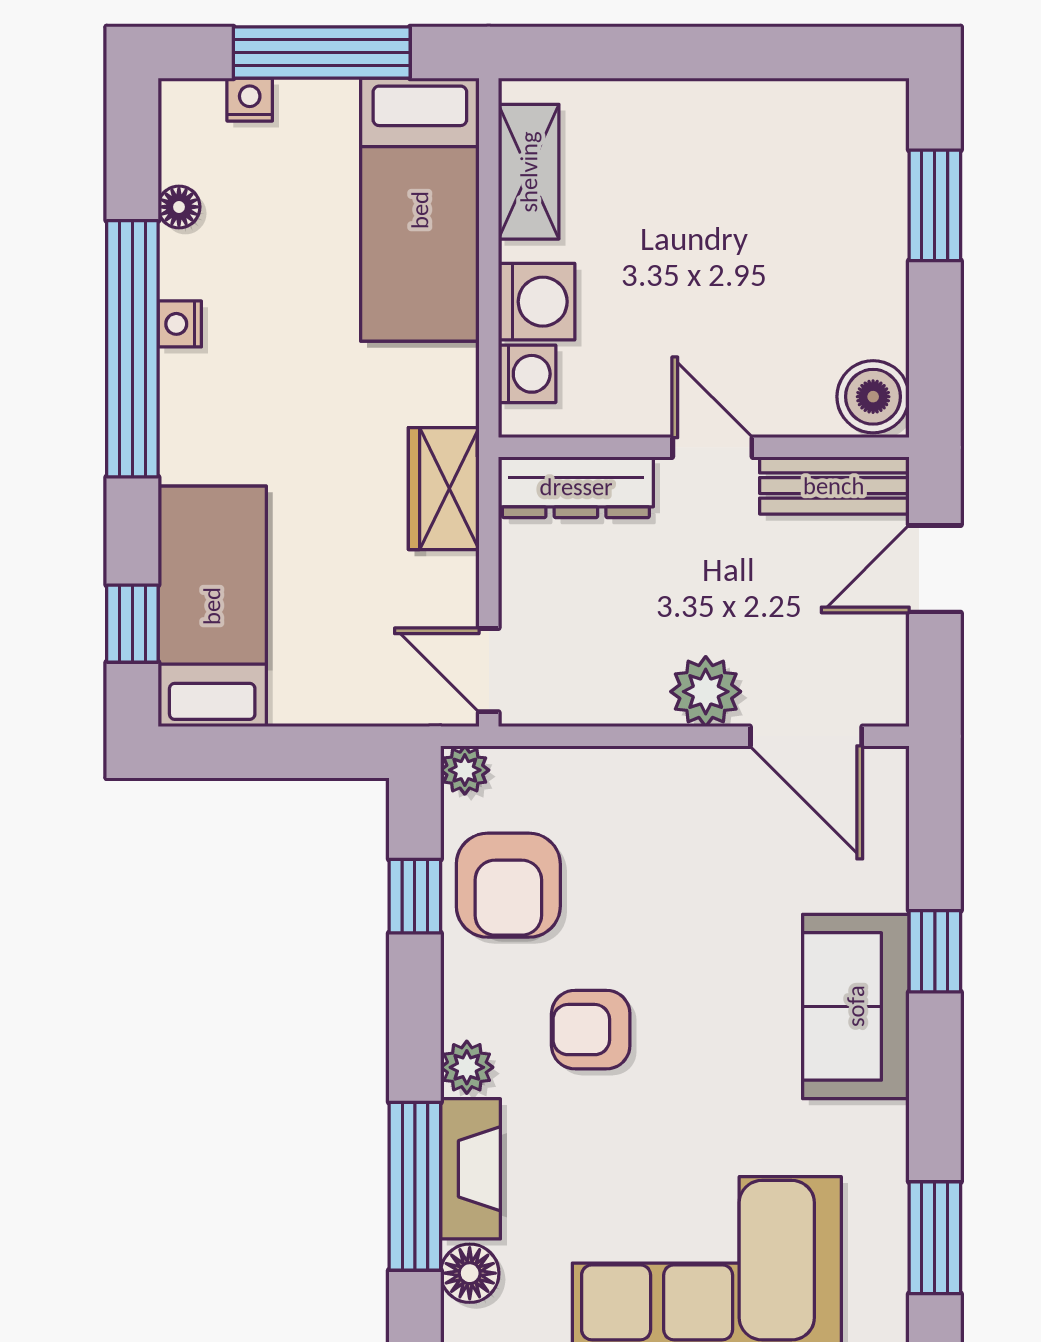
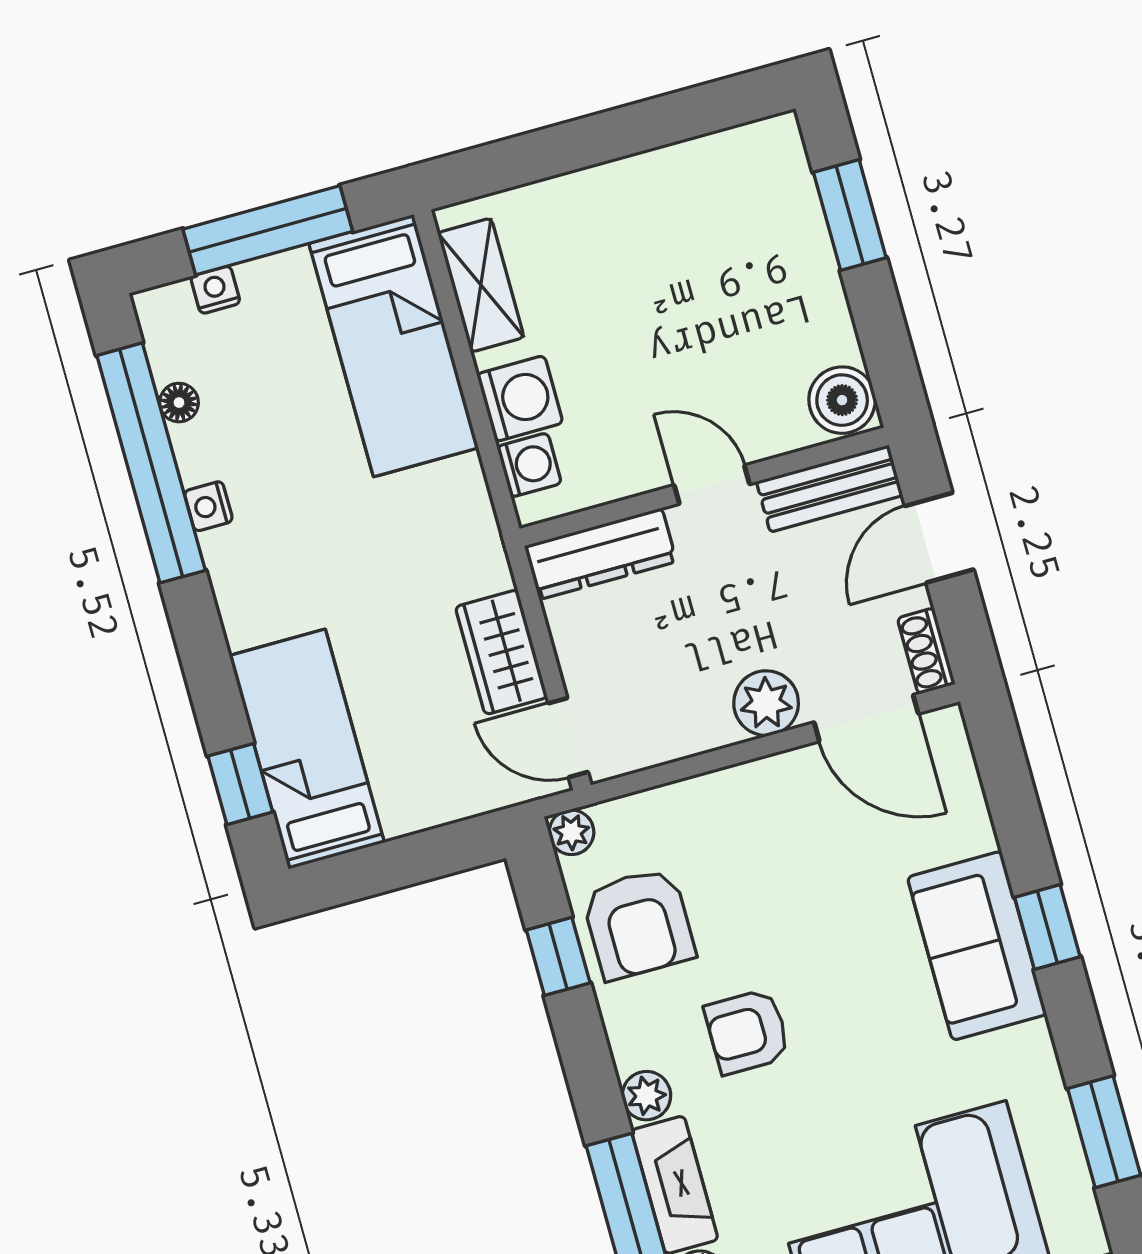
window: (132, 349) -> (151, 463), moved
wardrobe: (444, 489) -> (501, 652), moved
shoe rack: (888, 683) -> (926, 651), added
window: (935, 951) -> (1047, 927), moved

